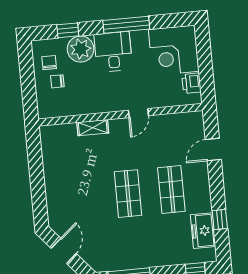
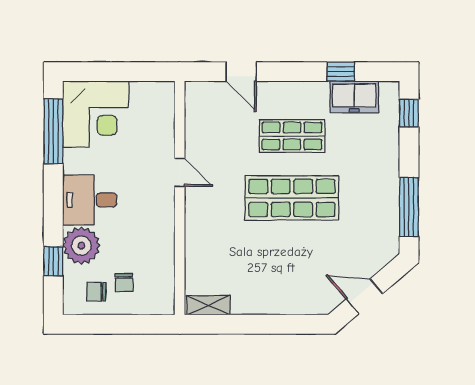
window: (126, 25) -> (53, 131), moved
printer: (191, 83) -> (145, 93), removed
shelving: (93, 128) -> (208, 305), moved, turned 90
shop shelf: (128, 194) -> (292, 198), width x1.43, depth x1.36

